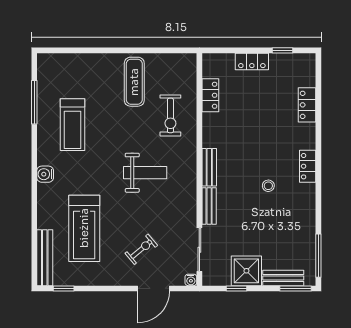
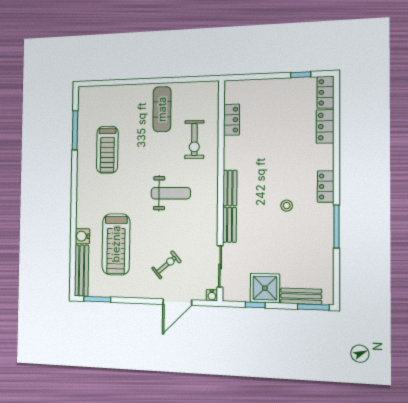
locker: (252, 61) -> (325, 92), moved, turned 90
water cooler: (45, 174) -> (82, 236), moved
window: (318, 256) -> (336, 226), moved
window: (64, 288) -> (97, 299), width x1.50

